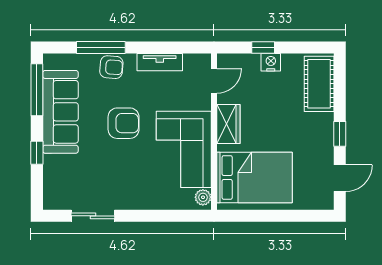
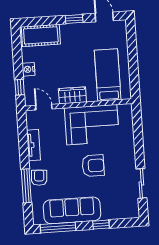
window: (263, 48) -> (20, 87), moved
armchair: (124, 123) -> (93, 166), moved, turned 90
bed: (255, 177) -> (108, 75), width x0.67
plant: (203, 197) -> (124, 109), removed

